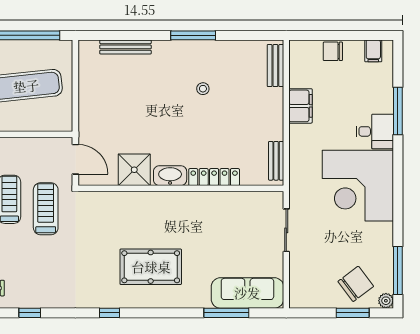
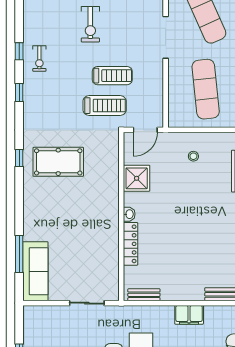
stool: (203, 89) -> (193, 156), moved
washbasin: (170, 176) -> (129, 214), width x0.52, depth x0.69
pool table: (151, 267) -> (58, 162), moved, turned 90

